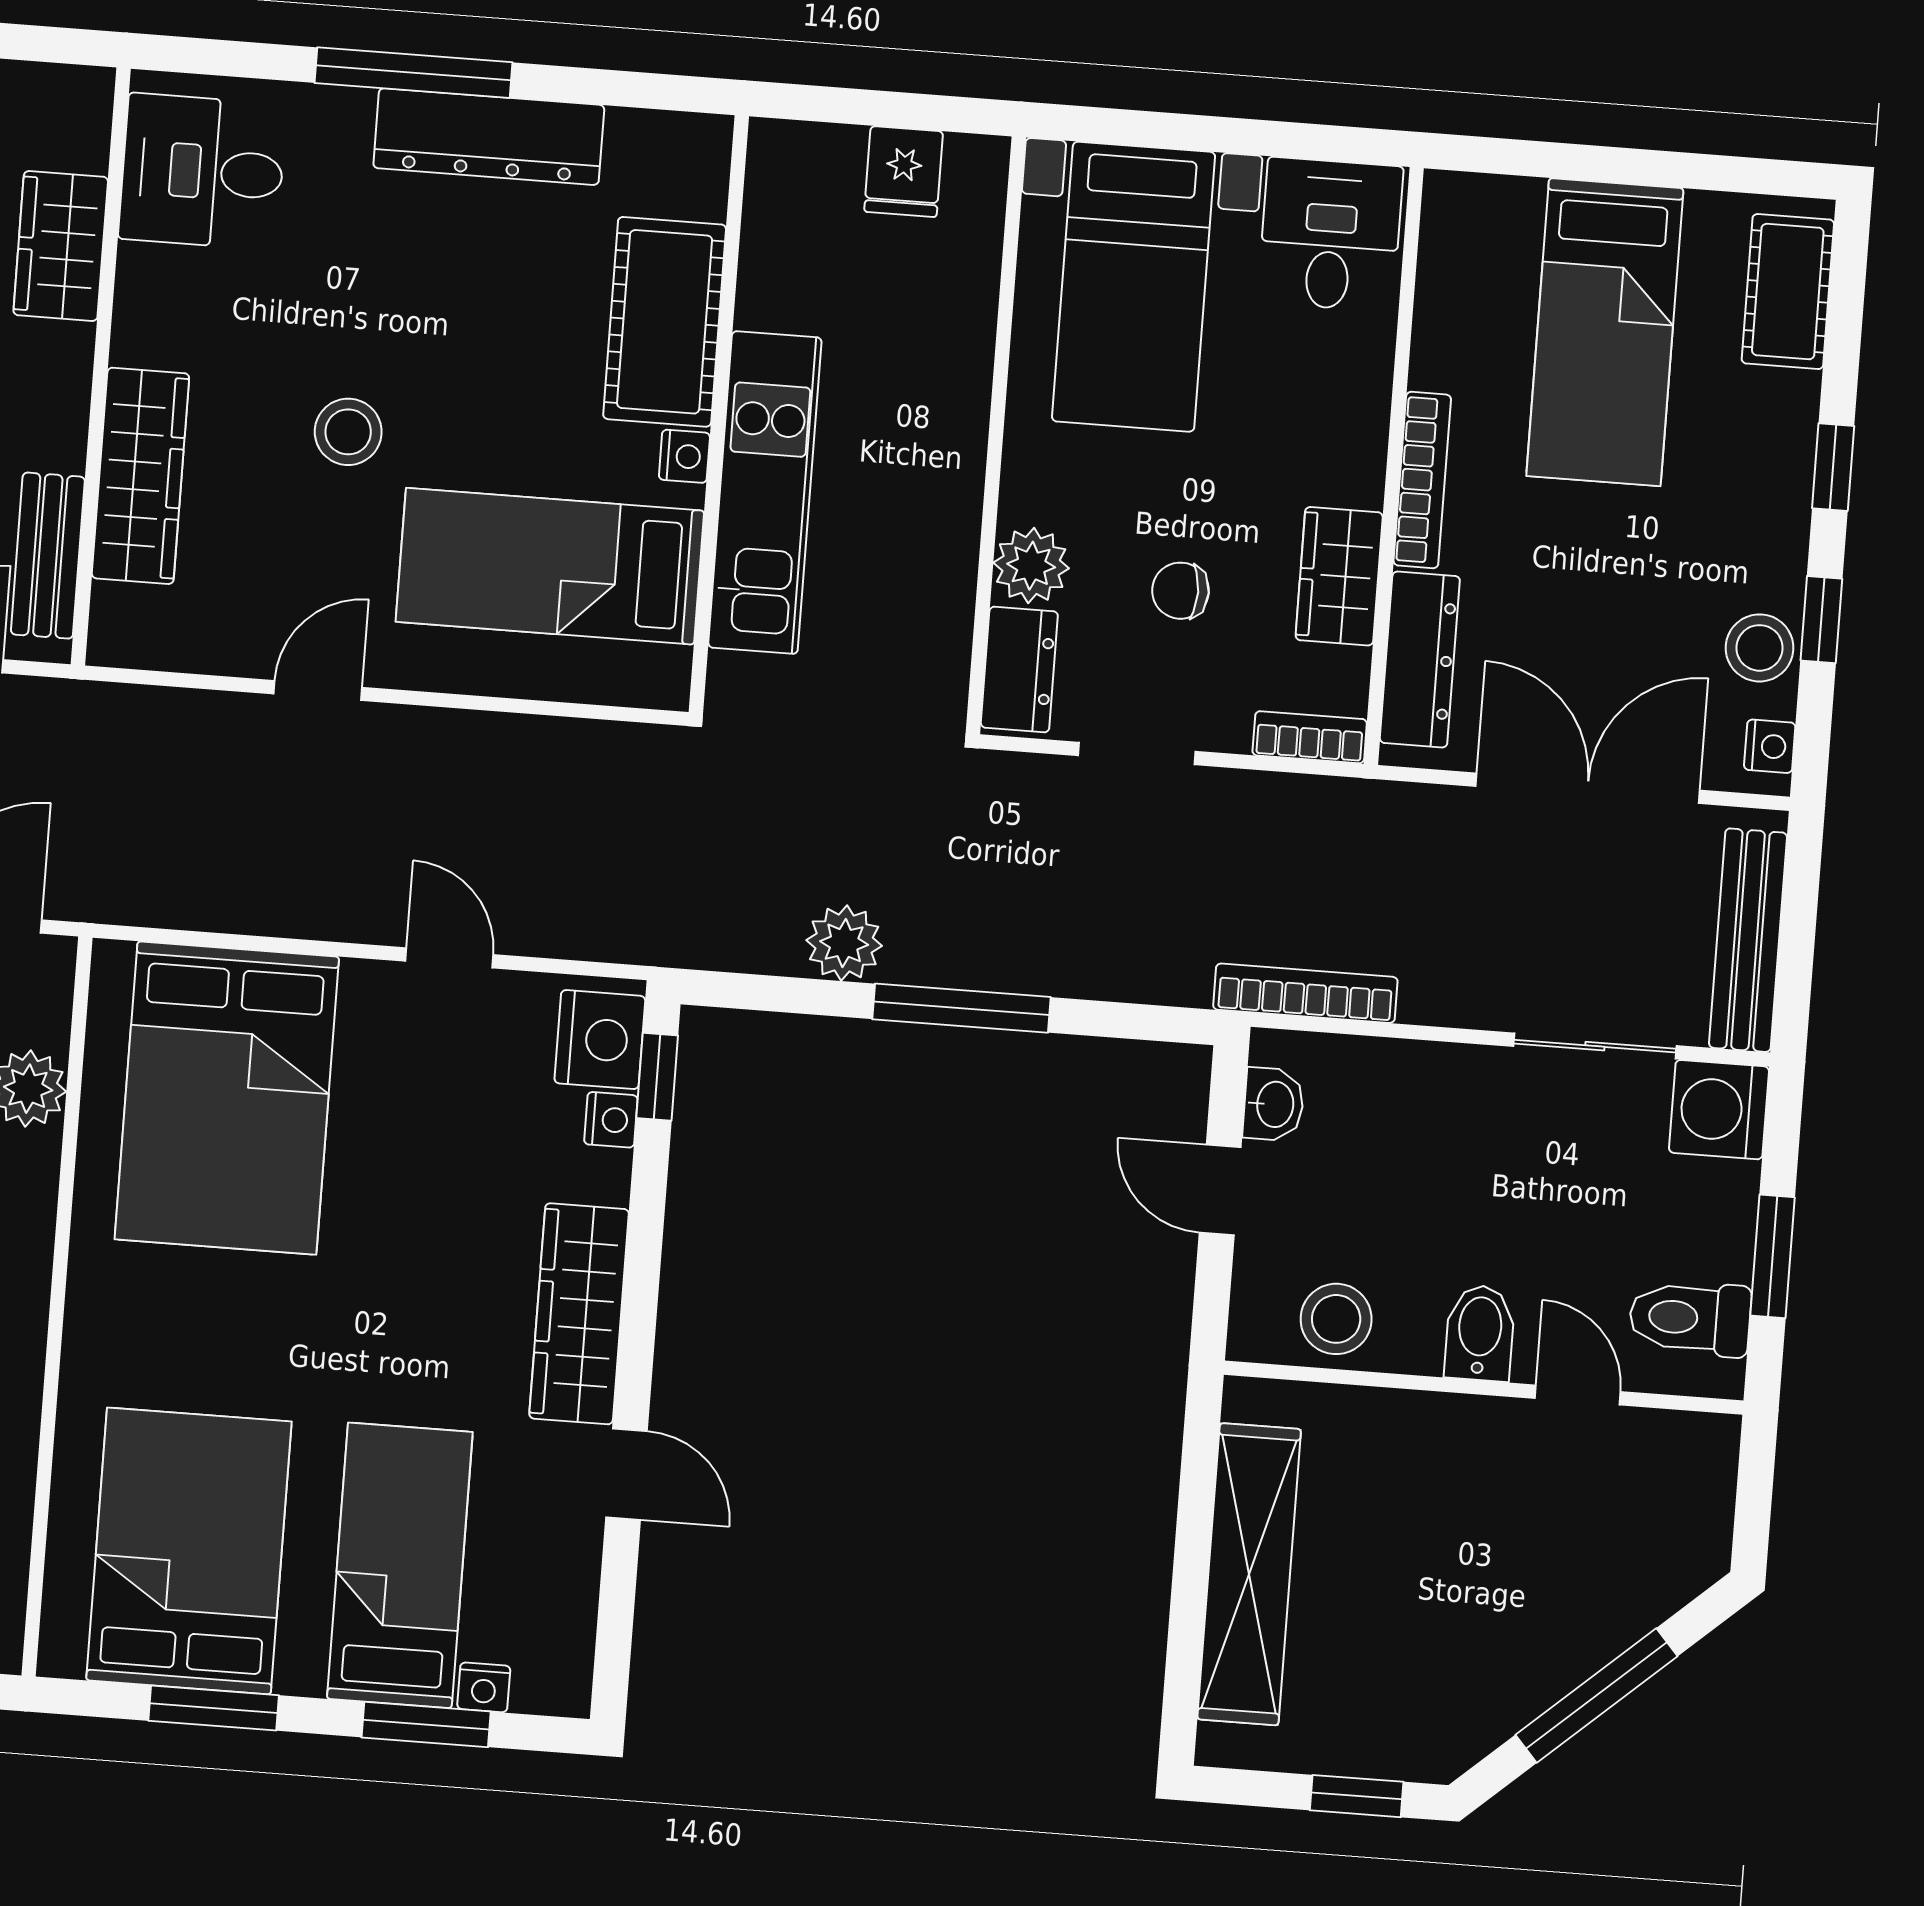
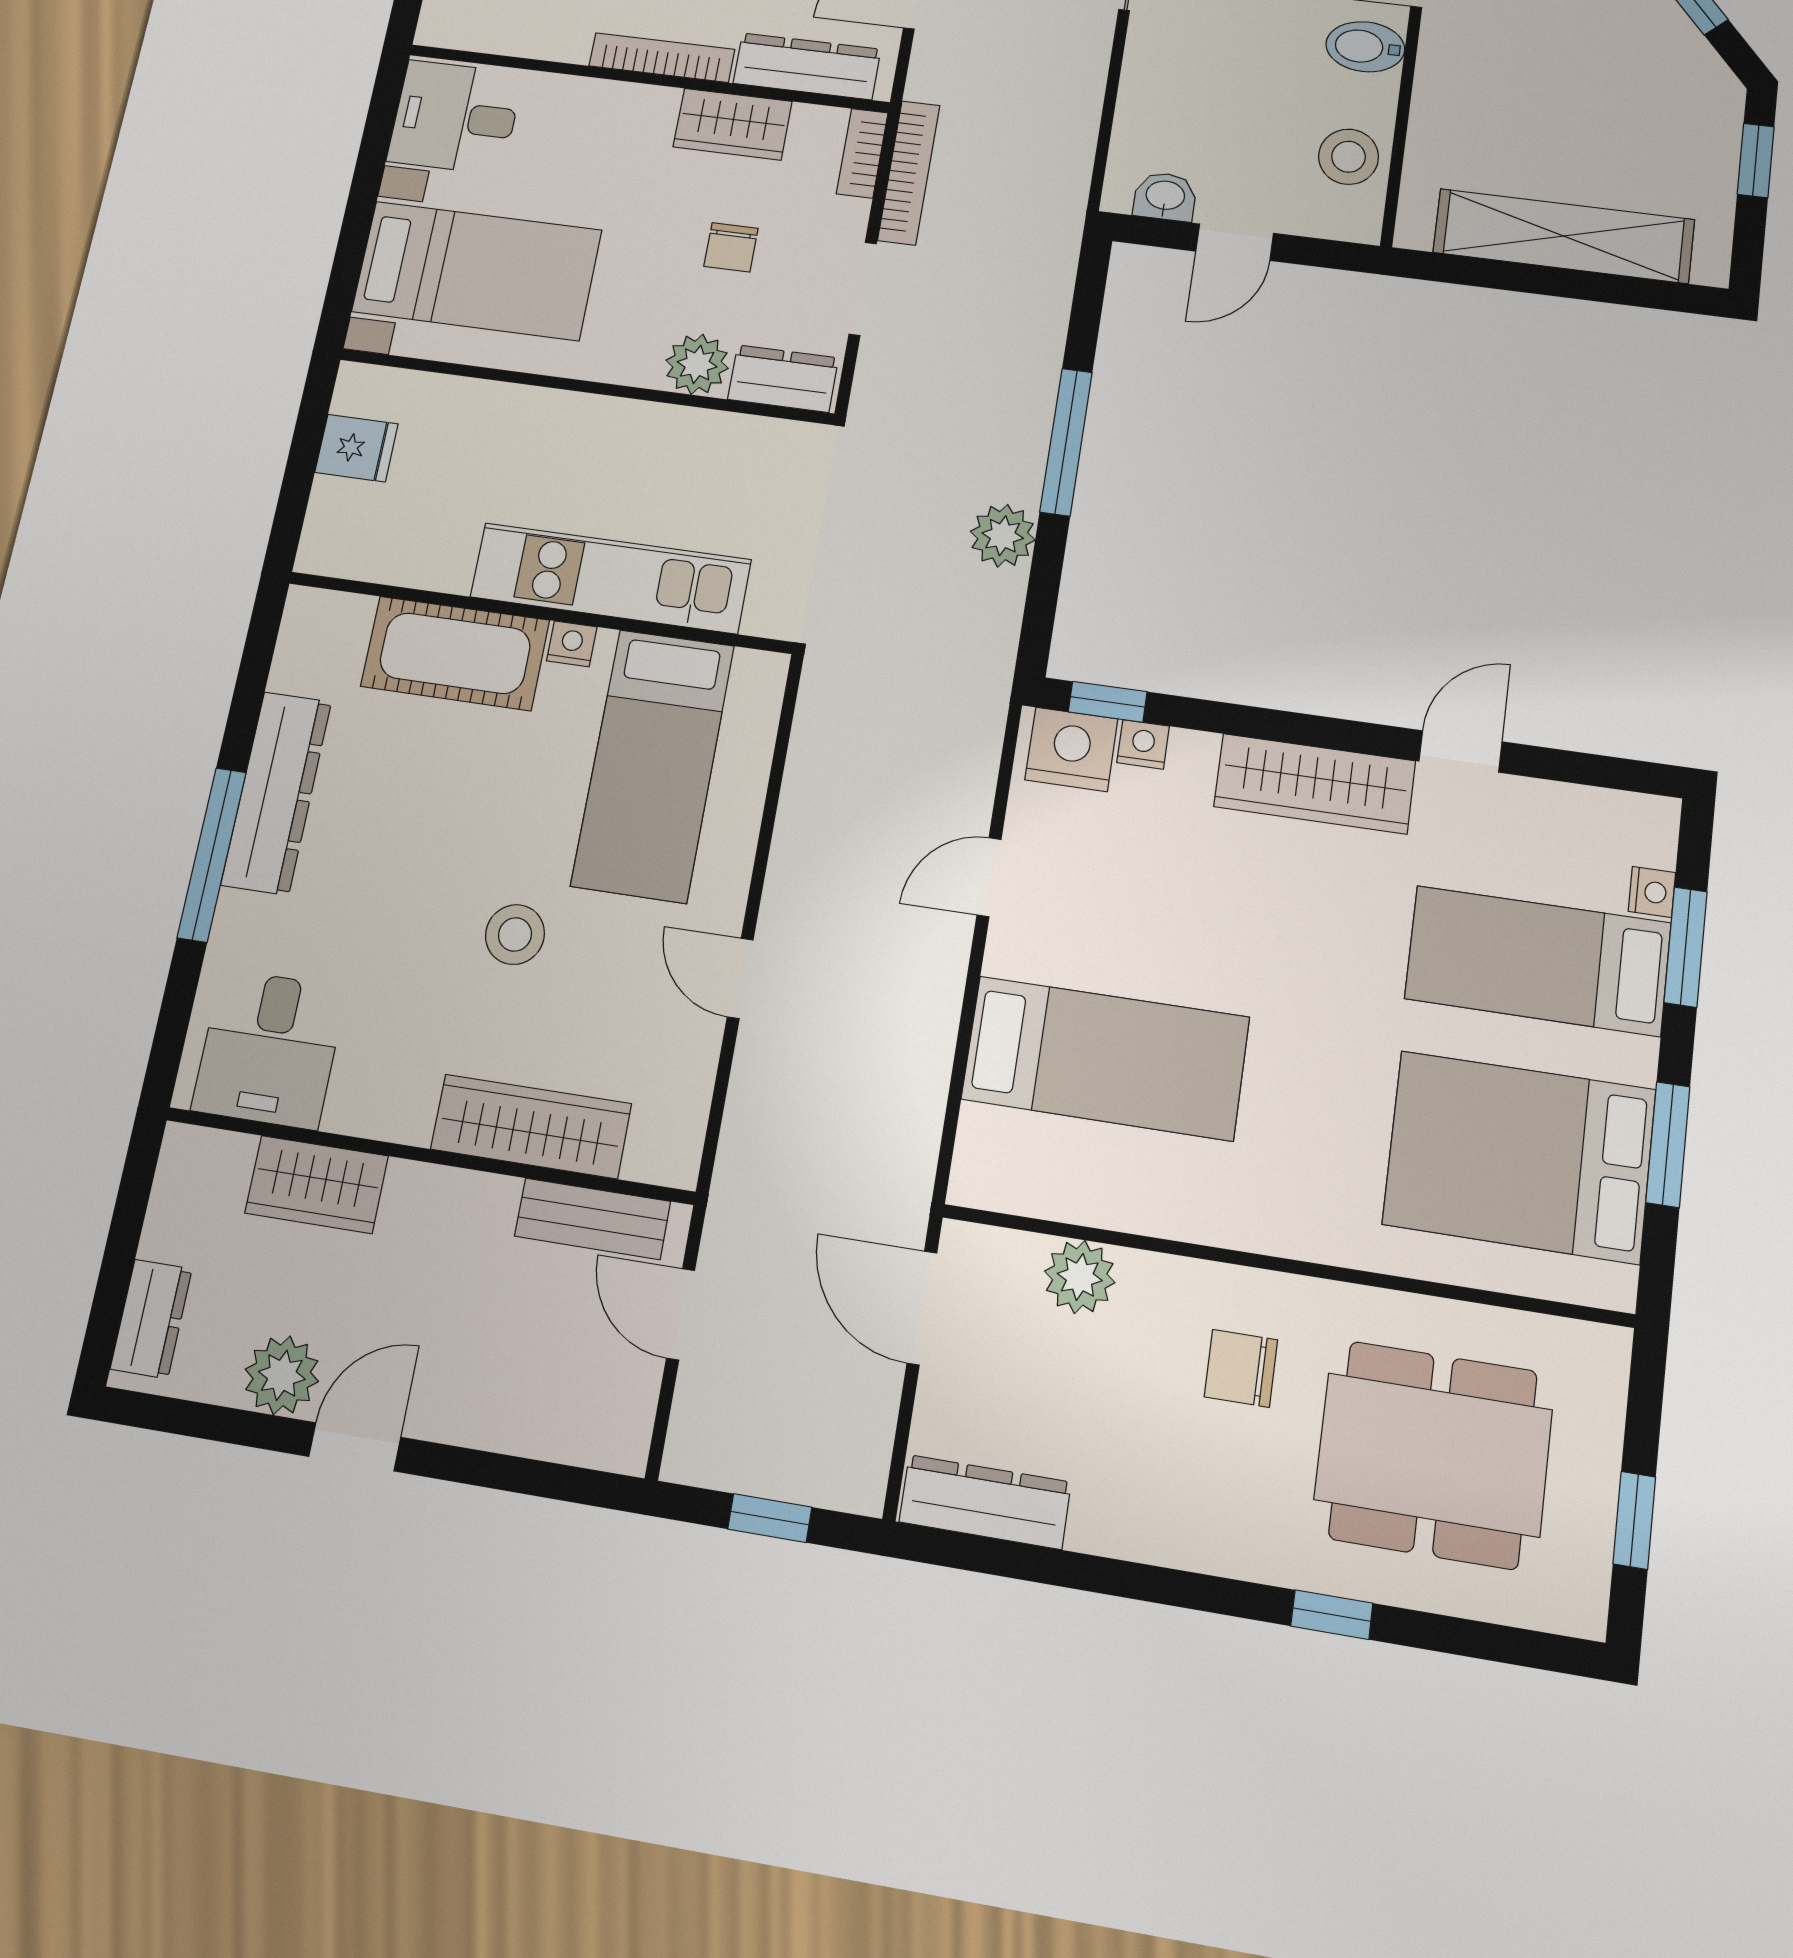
bookcase: (1305, 993) -> (909, 173), moved, turned 180
bed: (227, 1098) -> (1105, 1058), width x0.67

